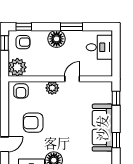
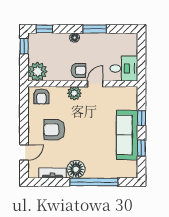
floor lamp: (57, 39) -> (75, 38), width x0.53, depth x0.53
armchair: (23, 42) -> (79, 70), moved
desk: (99, 47) -> (124, 69), moved
window: (116, 98) -> (141, 118), moved

